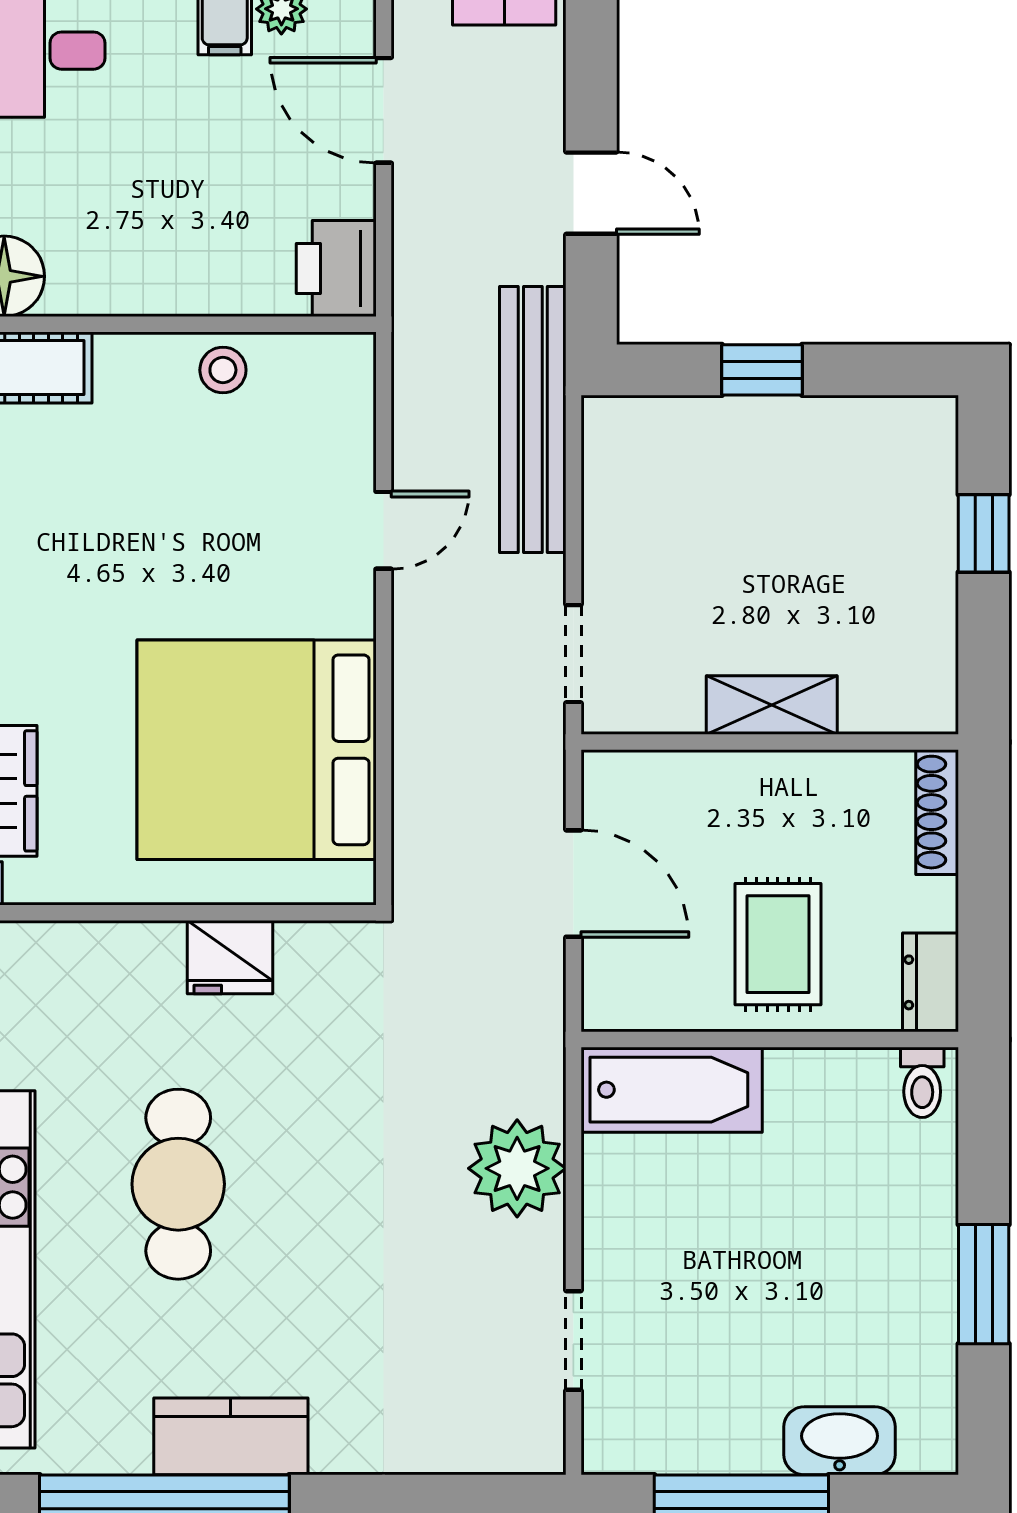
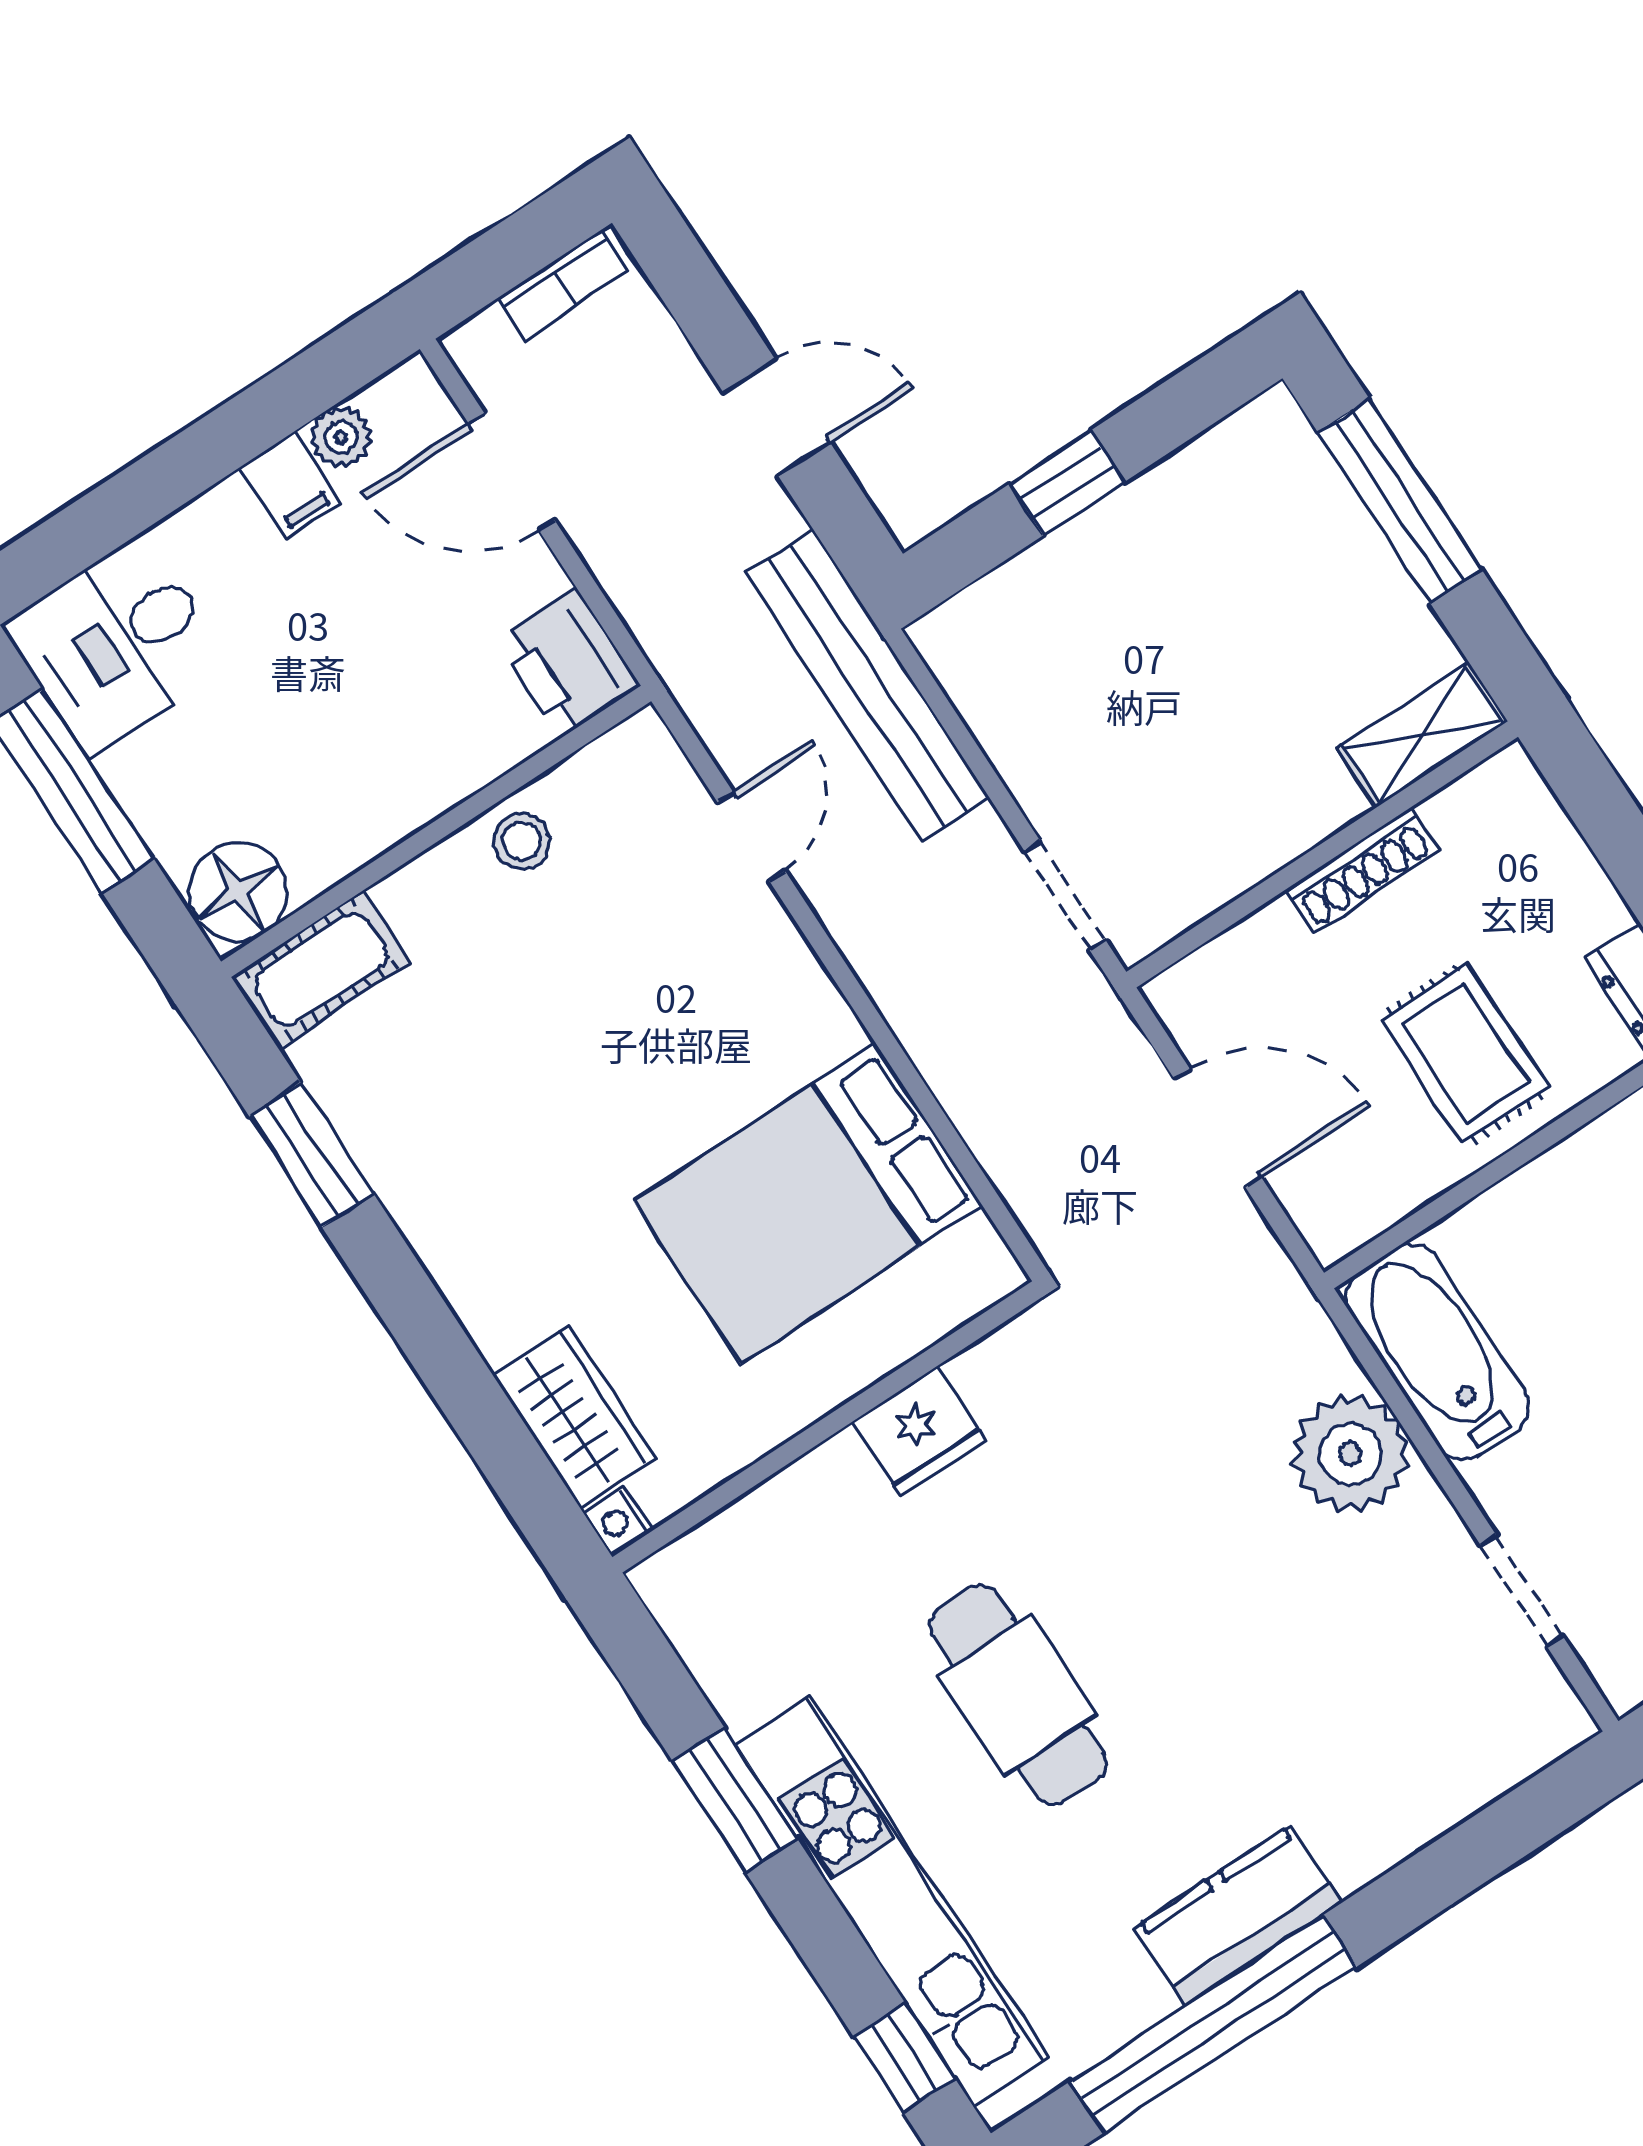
door: (384, 530) -> (751, 836), moved
window: (984, 533) -> (1400, 501), width x2.17
shelving: (772, 705) -> (1422, 735), moved
bed: (257, 750) -> (808, 1203), width x0.73
shoe rack: (937, 812) -> (1362, 870), moved, turned -90
bathtub: (672, 1090) -> (1437, 1352), moved, turned -90

